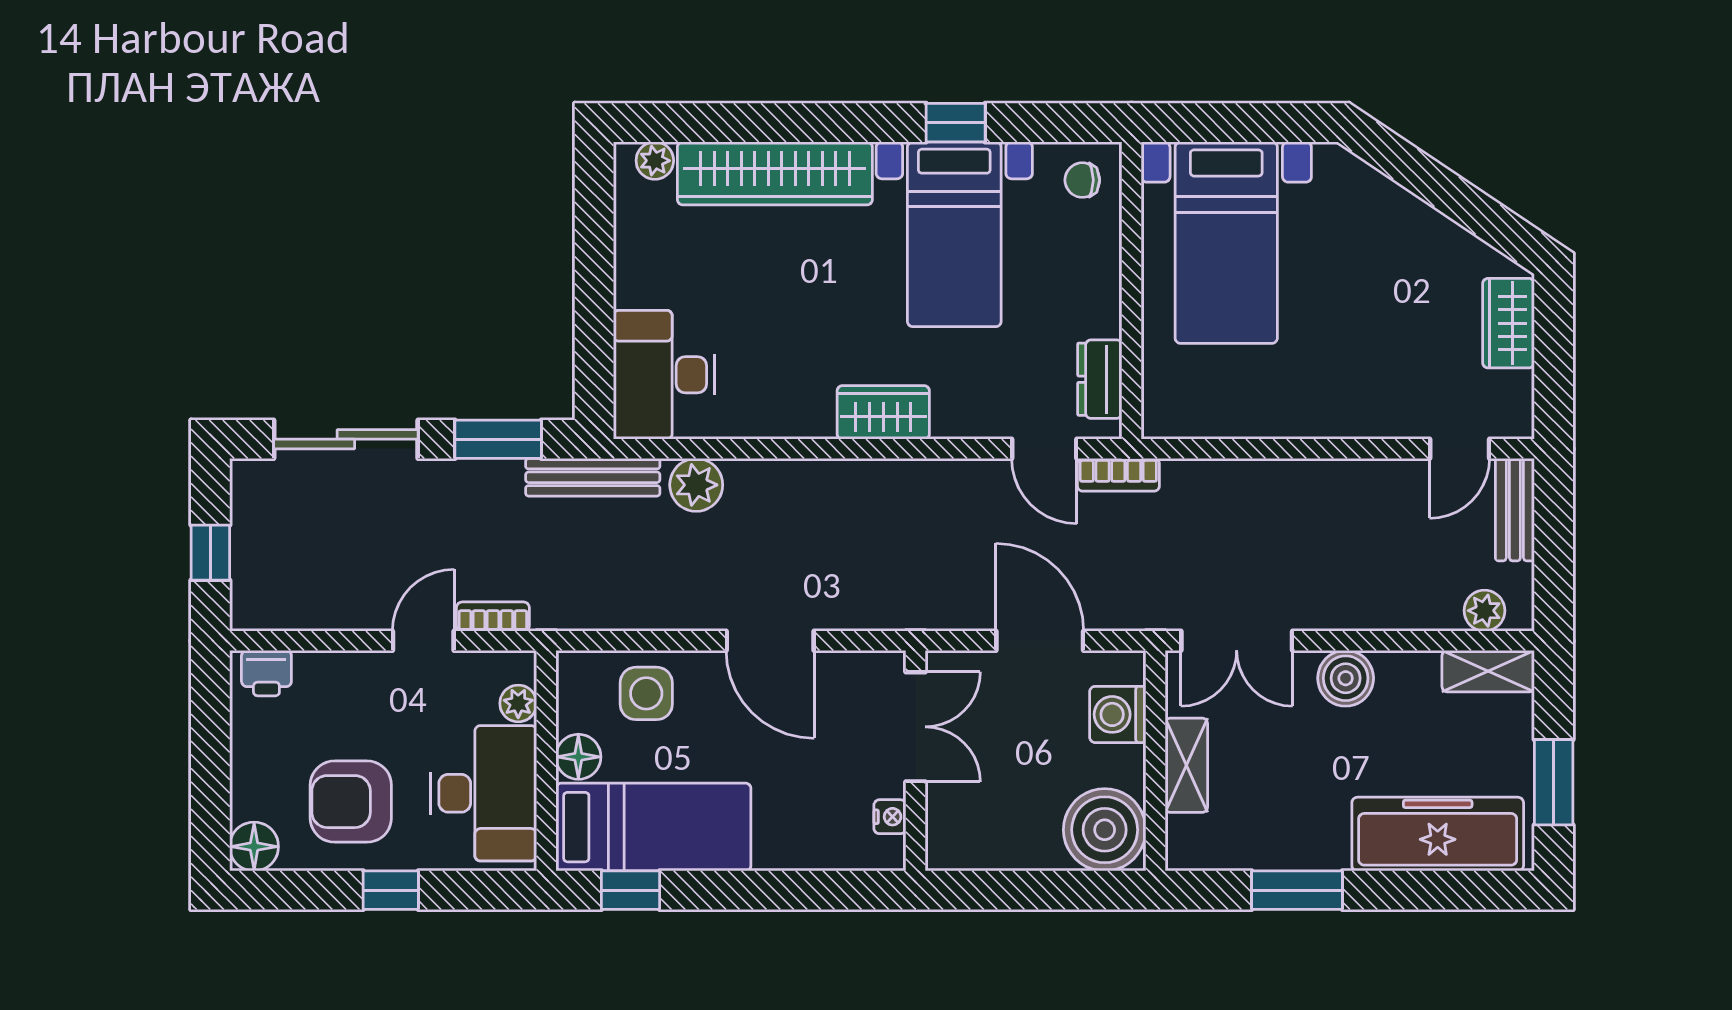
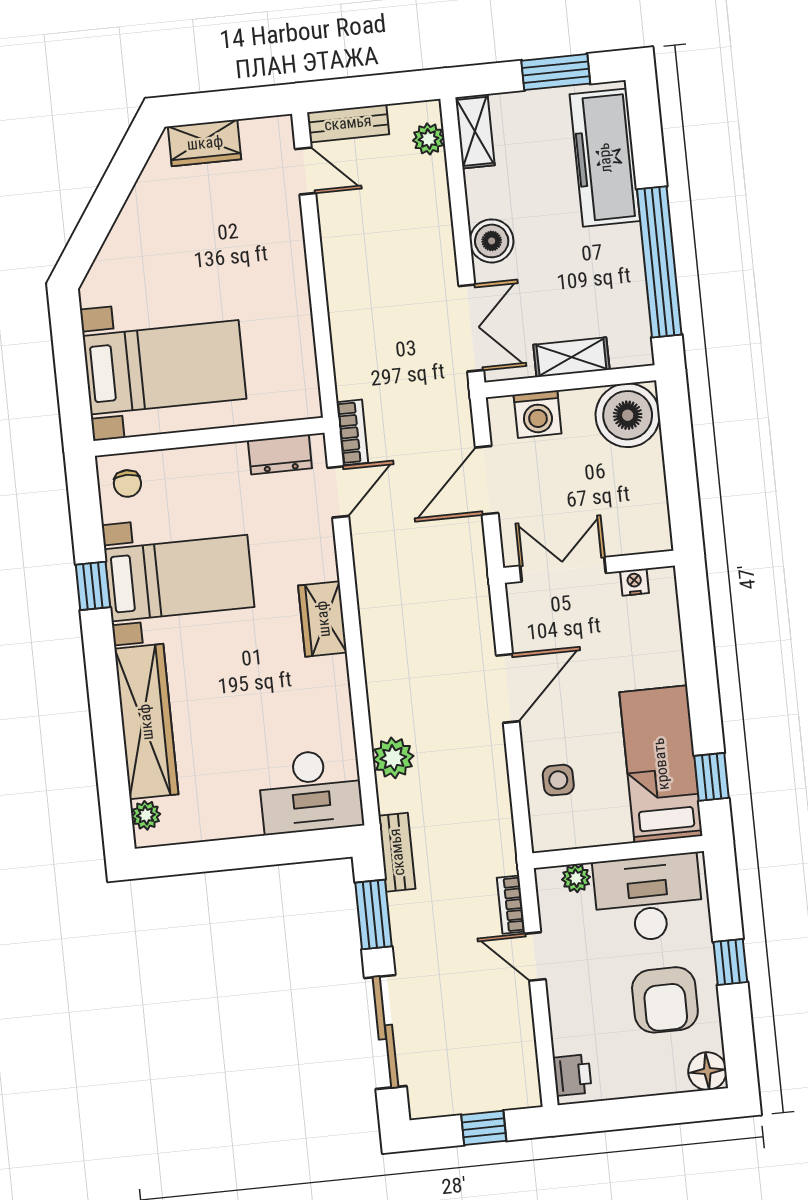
bench: (593, 477) -> (397, 852), width x0.73
side table: (646, 693) -> (558, 780), width x0.73, depth x0.73
floor lamp: (578, 757) -> (613, 828), removed
window: (1297, 890) -> (659, 262), width x2.11

